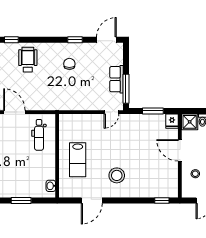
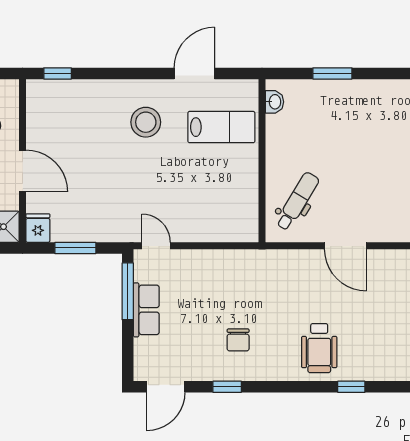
door: (111, 112) -> (156, 246), hinge flipped
dental chair: (39, 135) -> (297, 201), turned 31
lab bench: (78, 160) -> (221, 127), moved, turned 90

